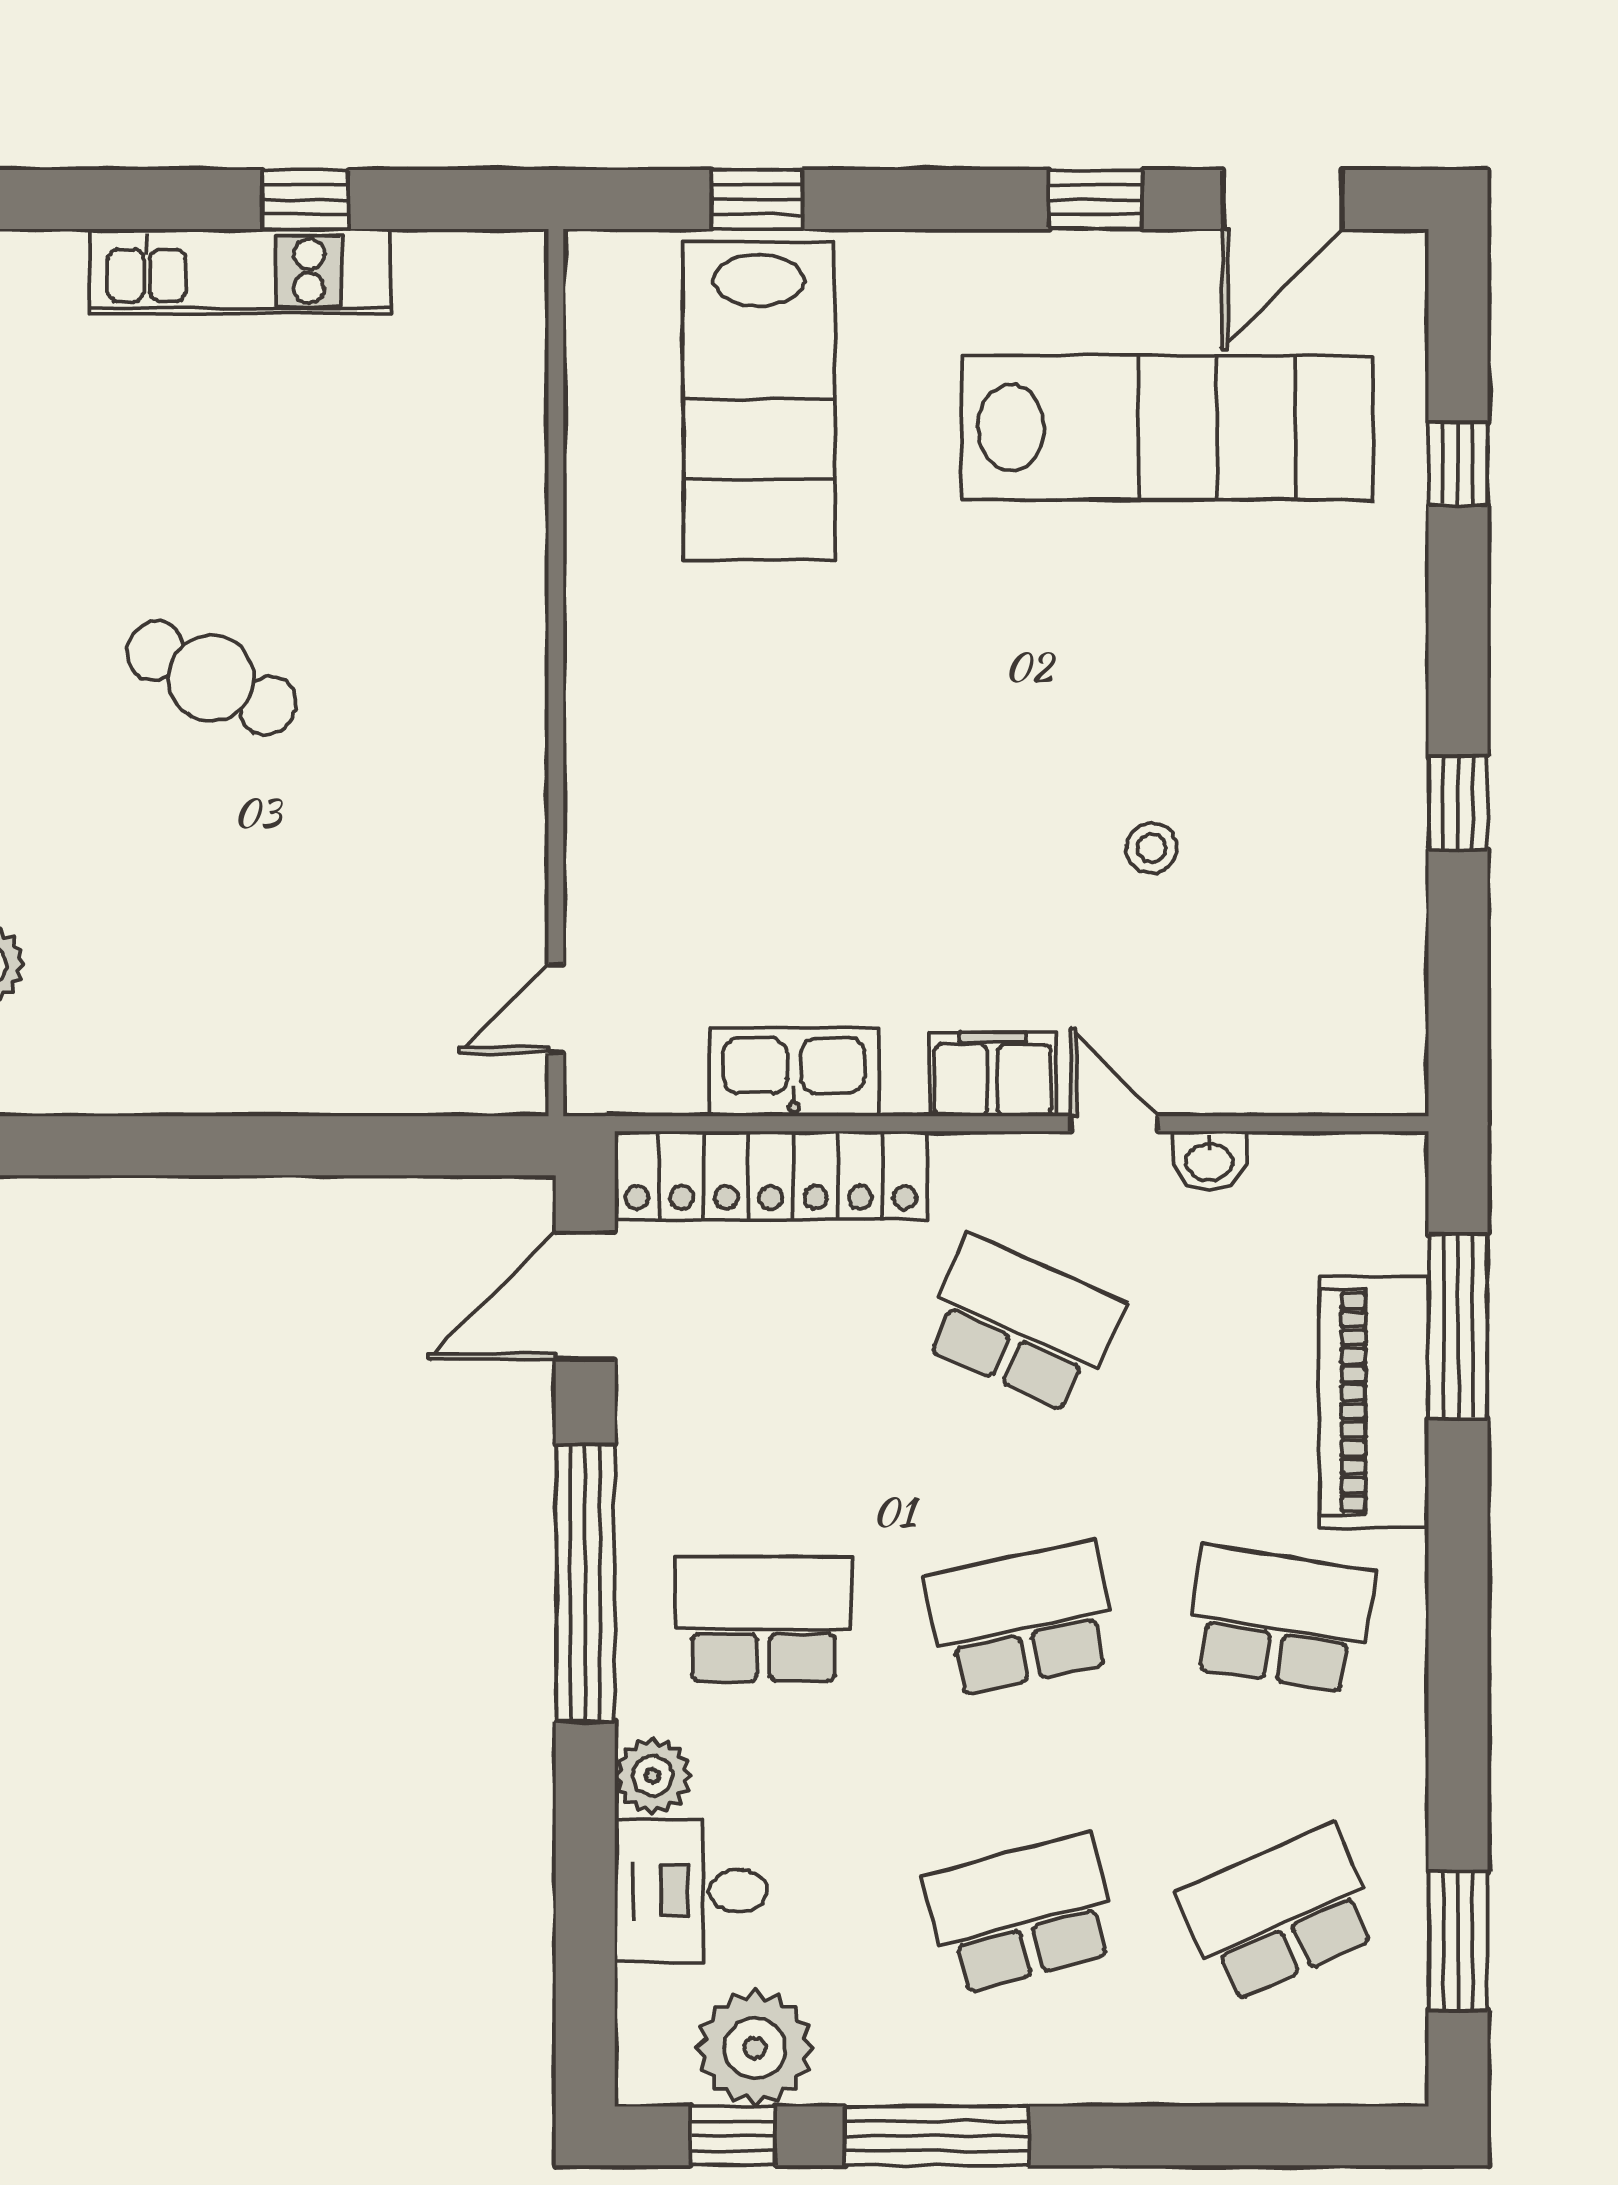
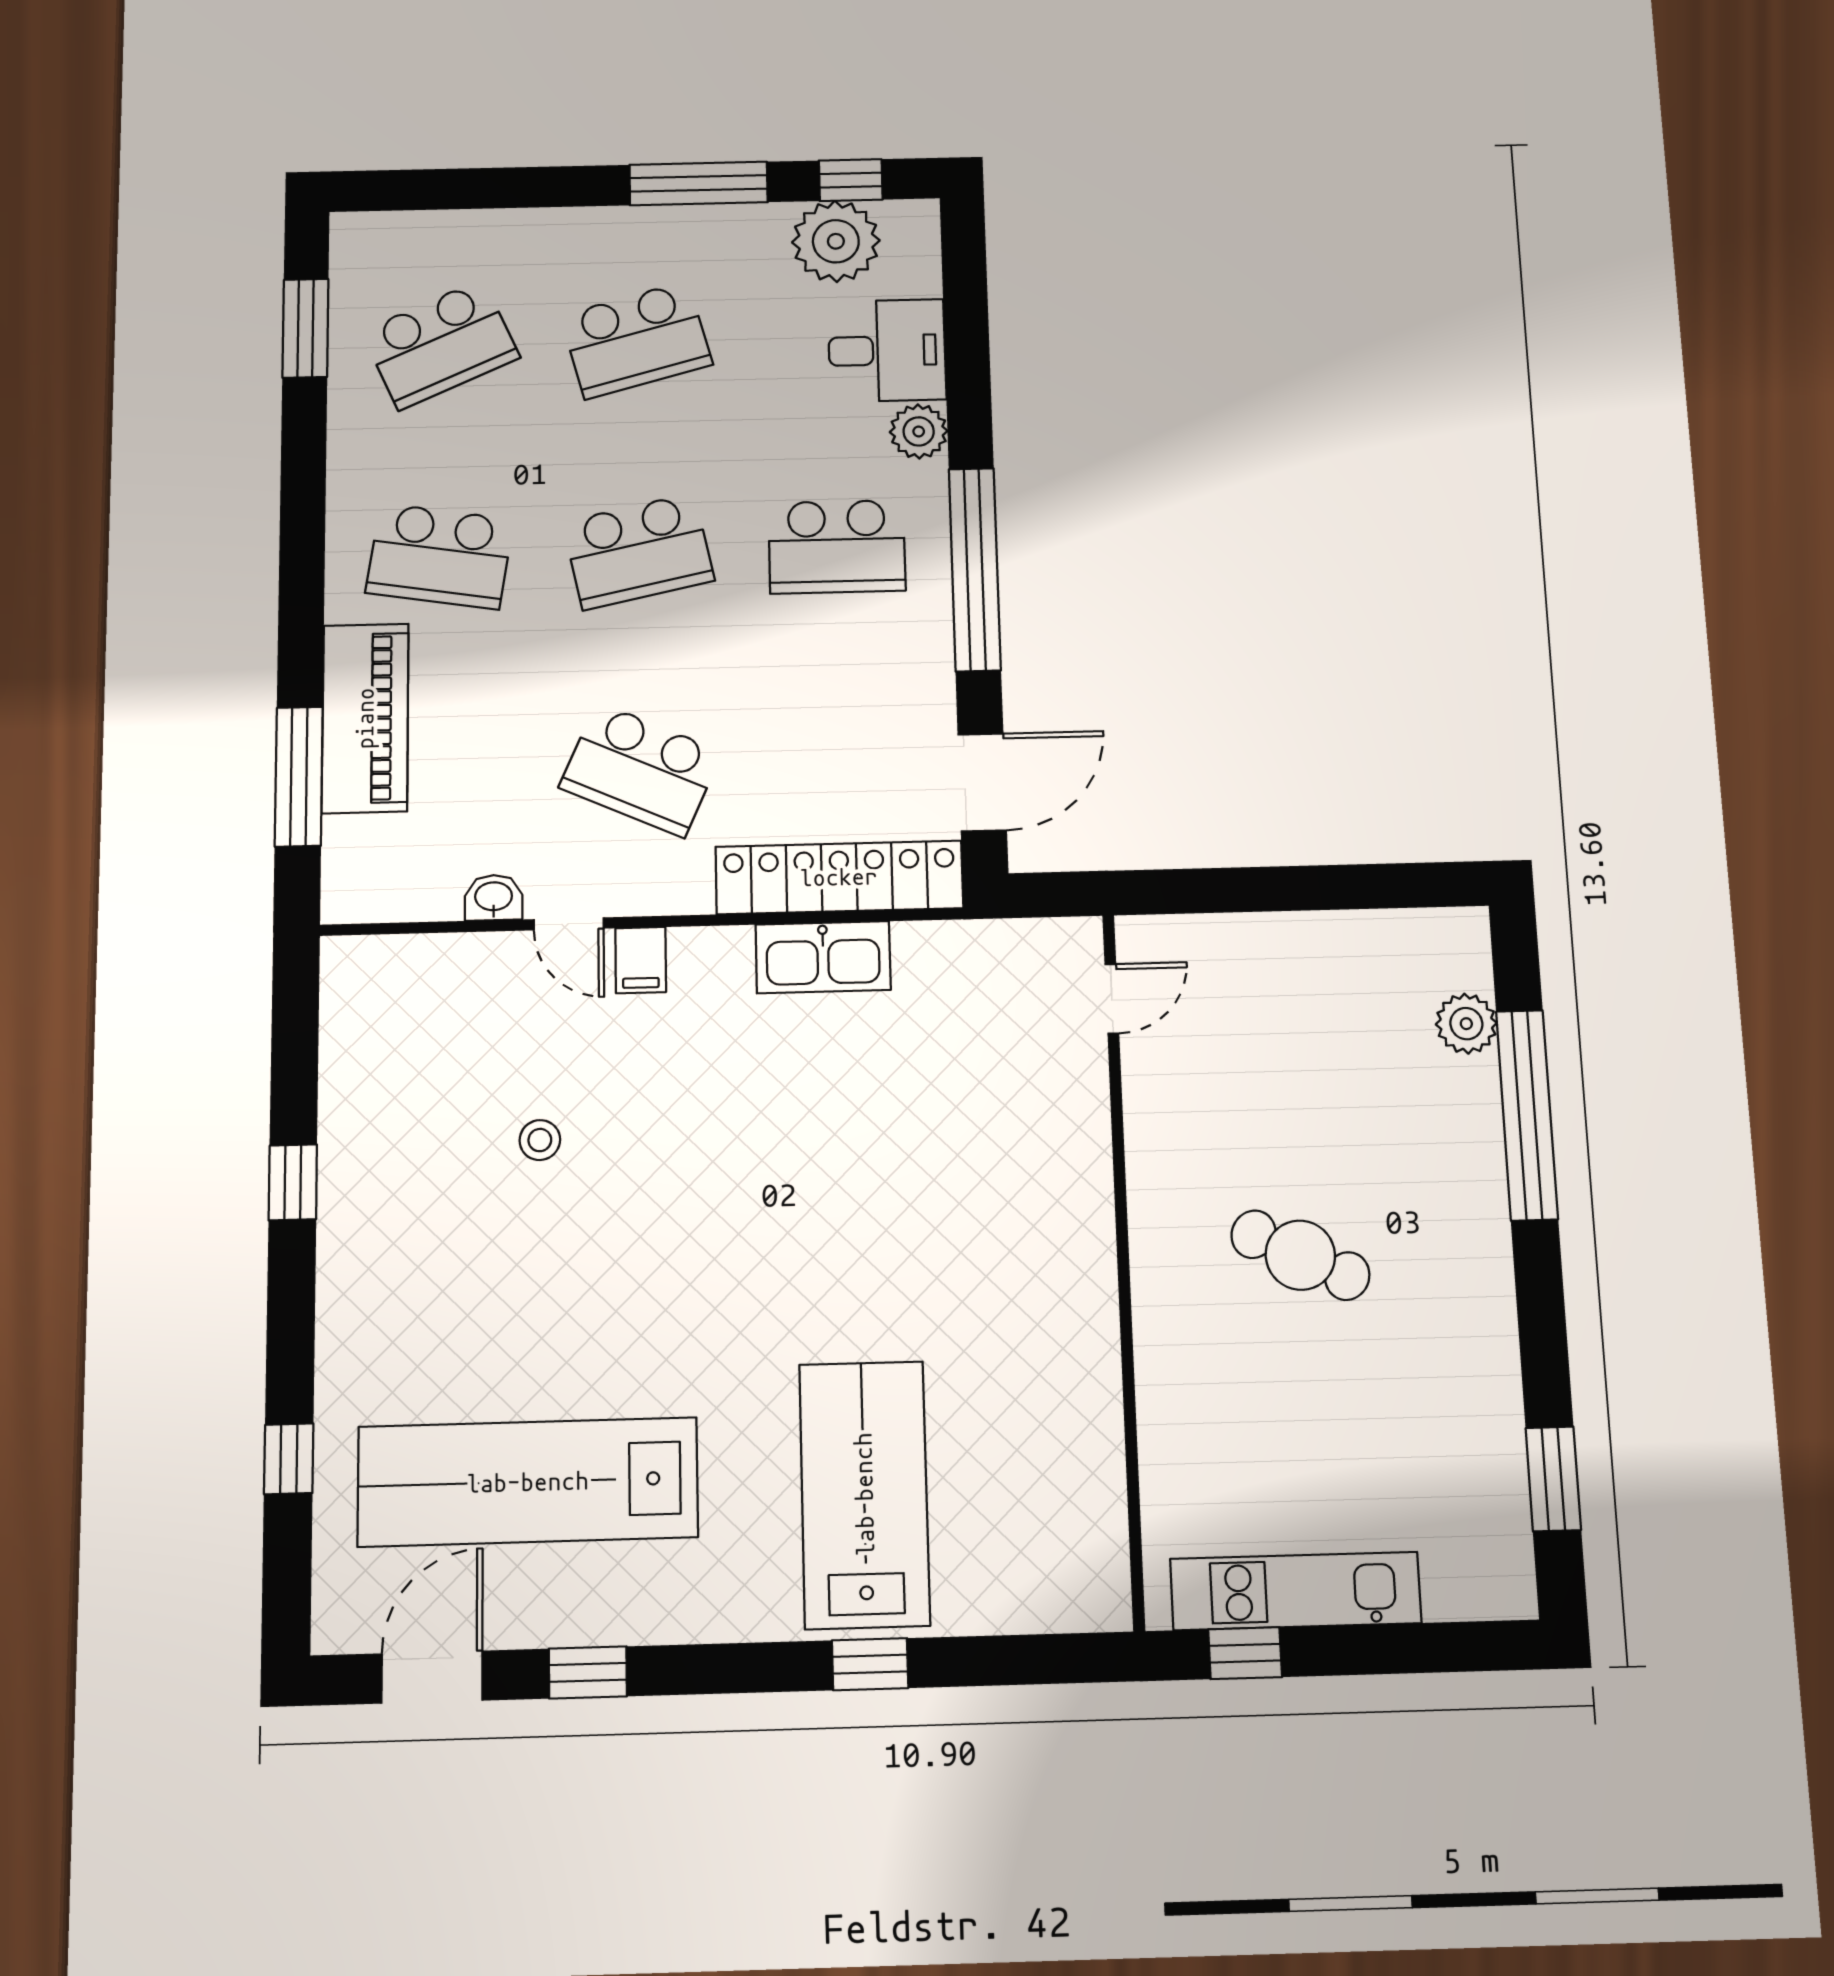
wall: (556, 673) -> (1123, 1265), moved
door: (556, 1009) -> (1112, 999), moved
filing cabinet: (992, 1074) -> (641, 960), width x0.50

